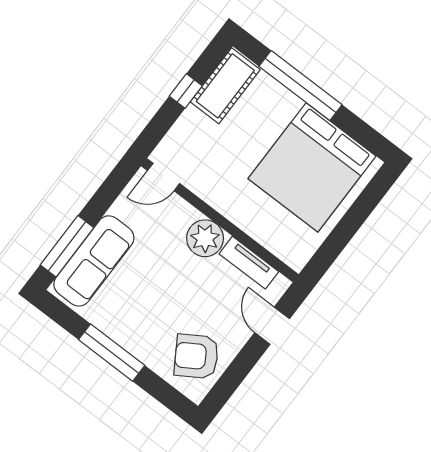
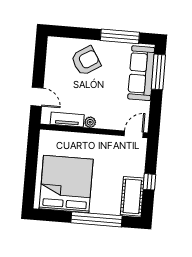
plant: (205, 238) -> (90, 122), width x0.53, depth x0.53
window: (112, 353) -> (120, 36), moved
armchair: (196, 356) -> (86, 61), moved

